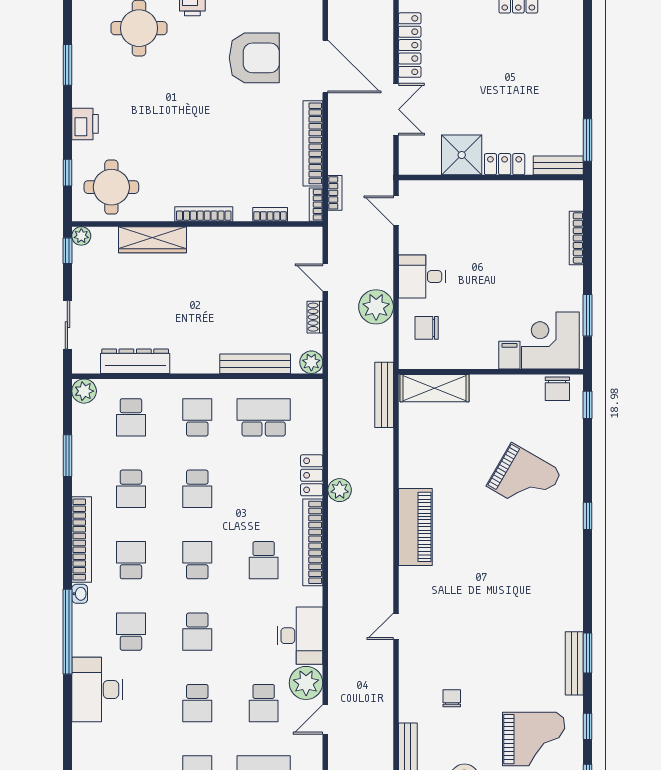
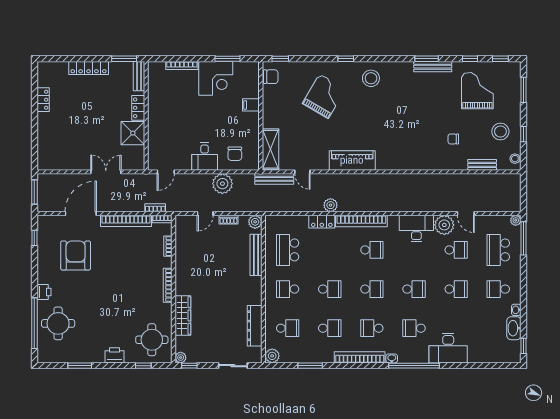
locker: (410, 45) -> (89, 68), moved, turned 180
corner desk: (550, 341) -> (216, 78), moved, turned -90
stool: (555, 559) -> (371, 78), added
school desk: (197, 560) -> (372, 289), turned 180
door: (396, 626) -> (302, 172), moved

